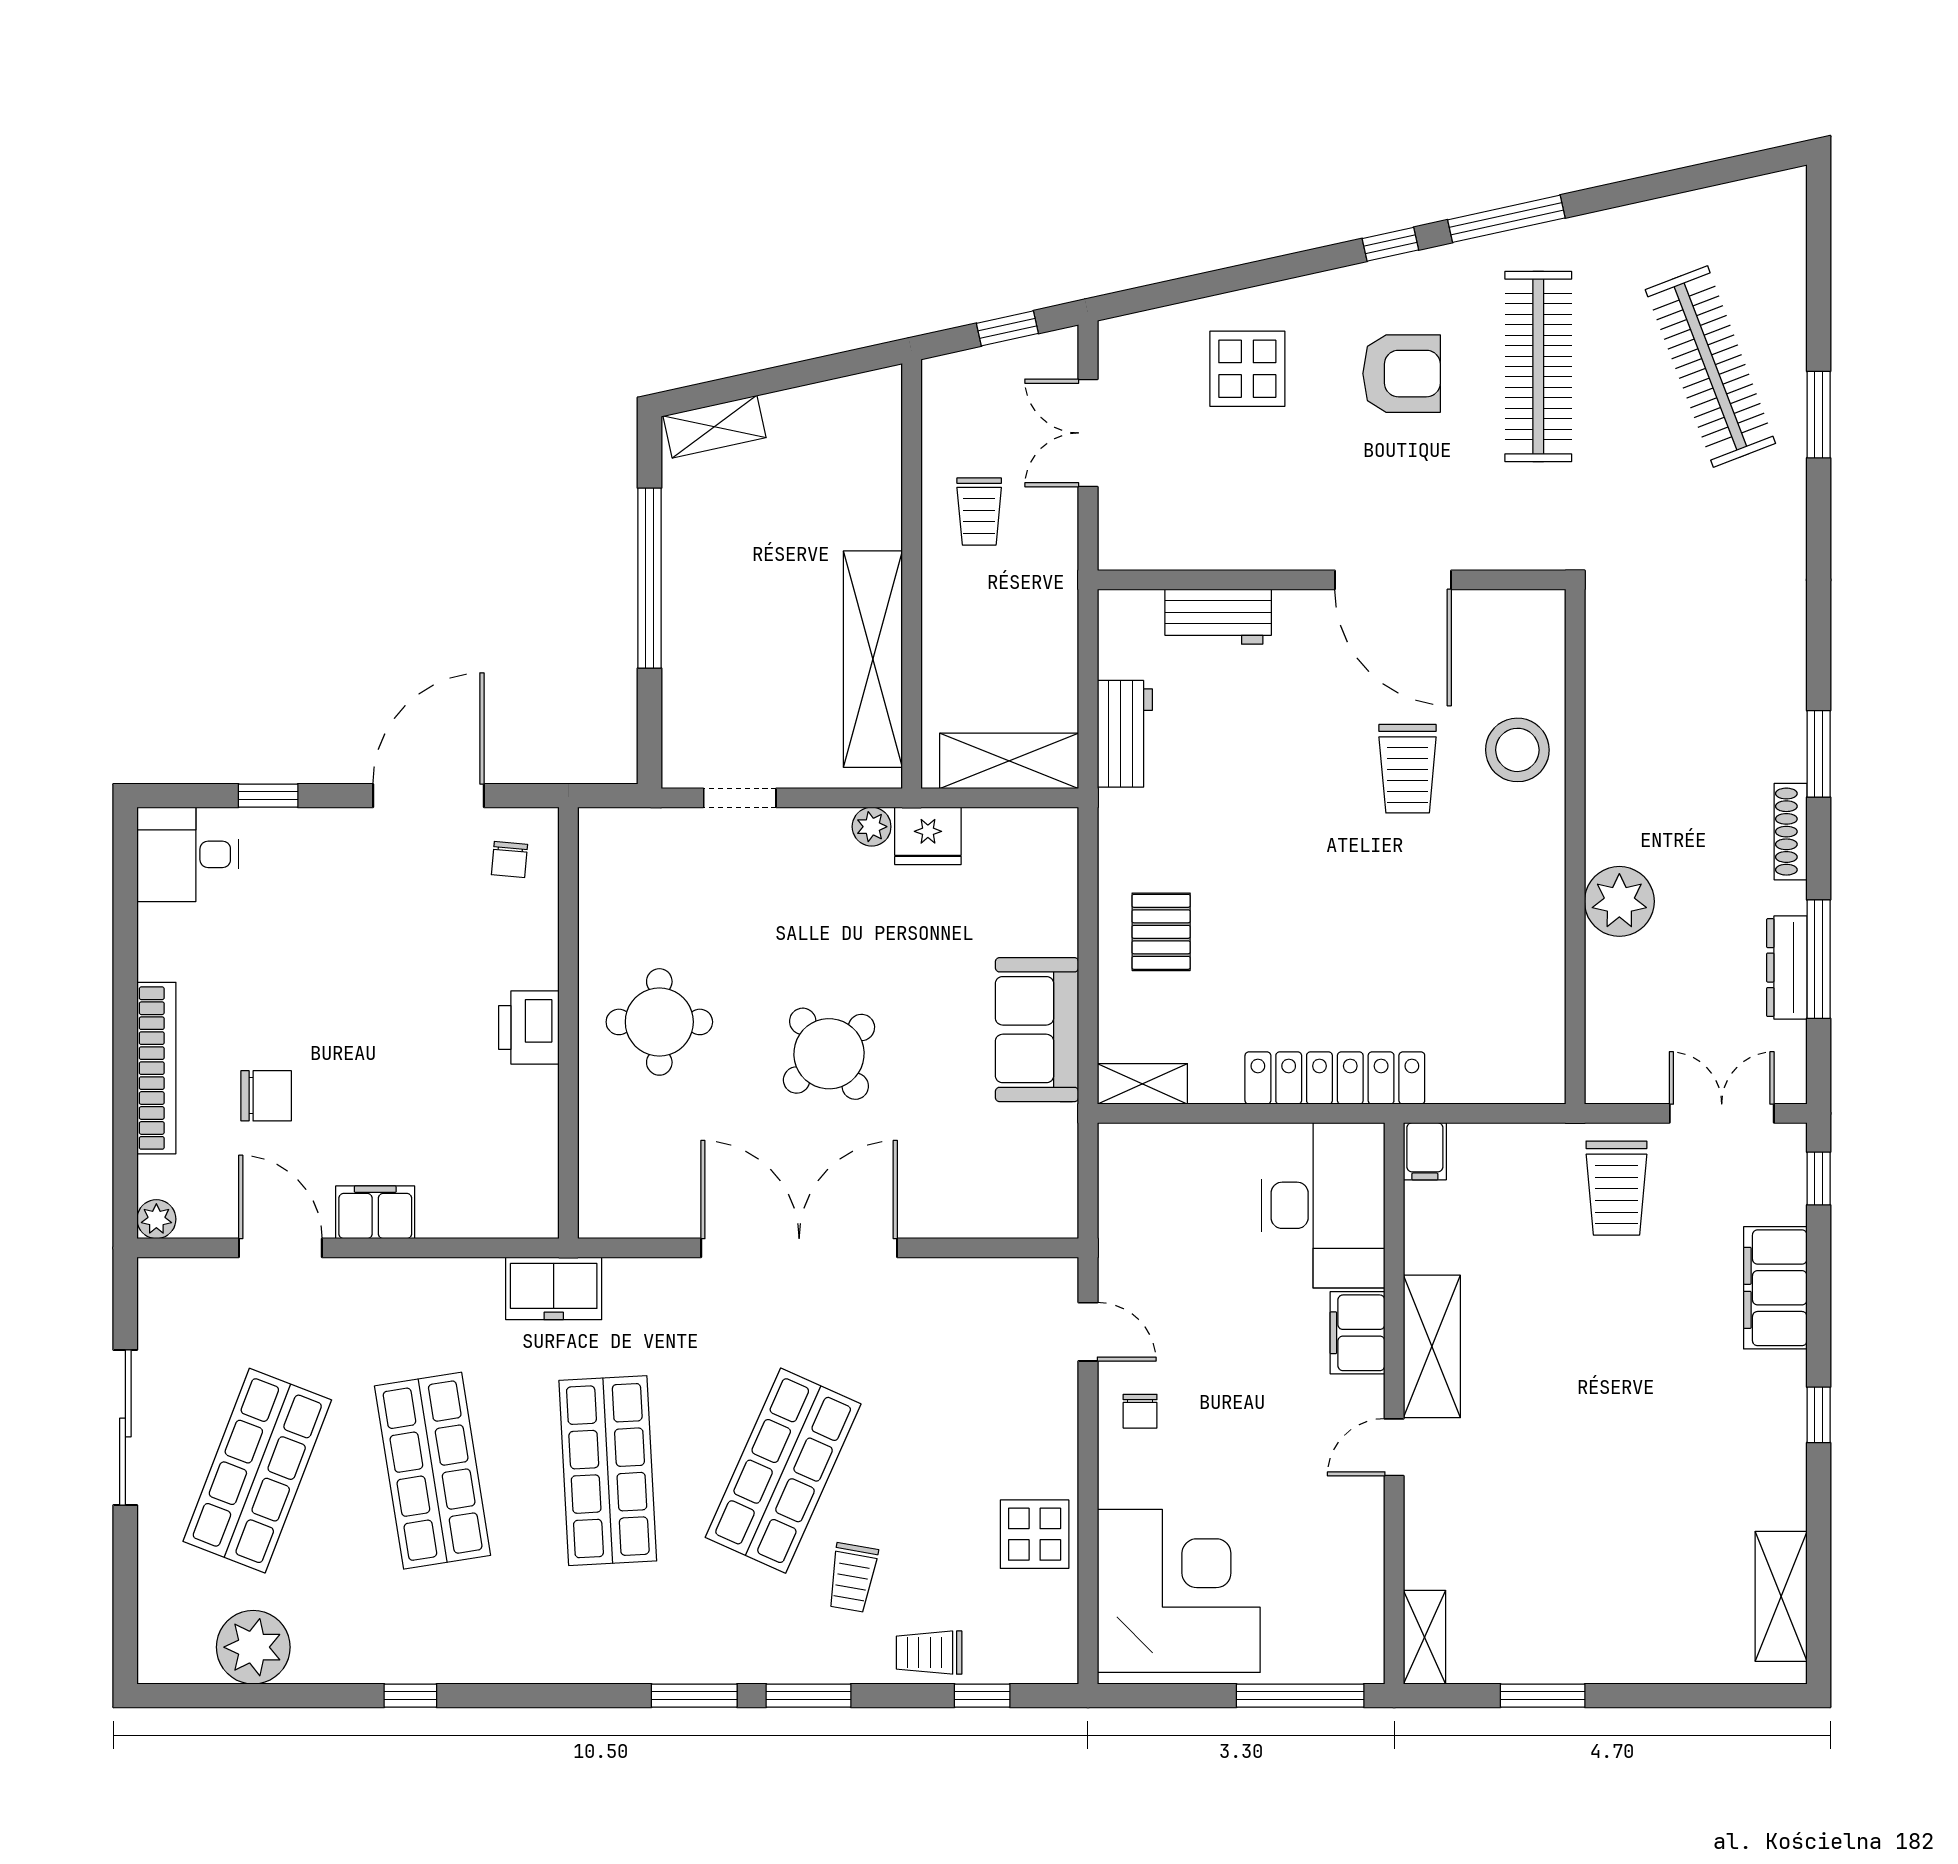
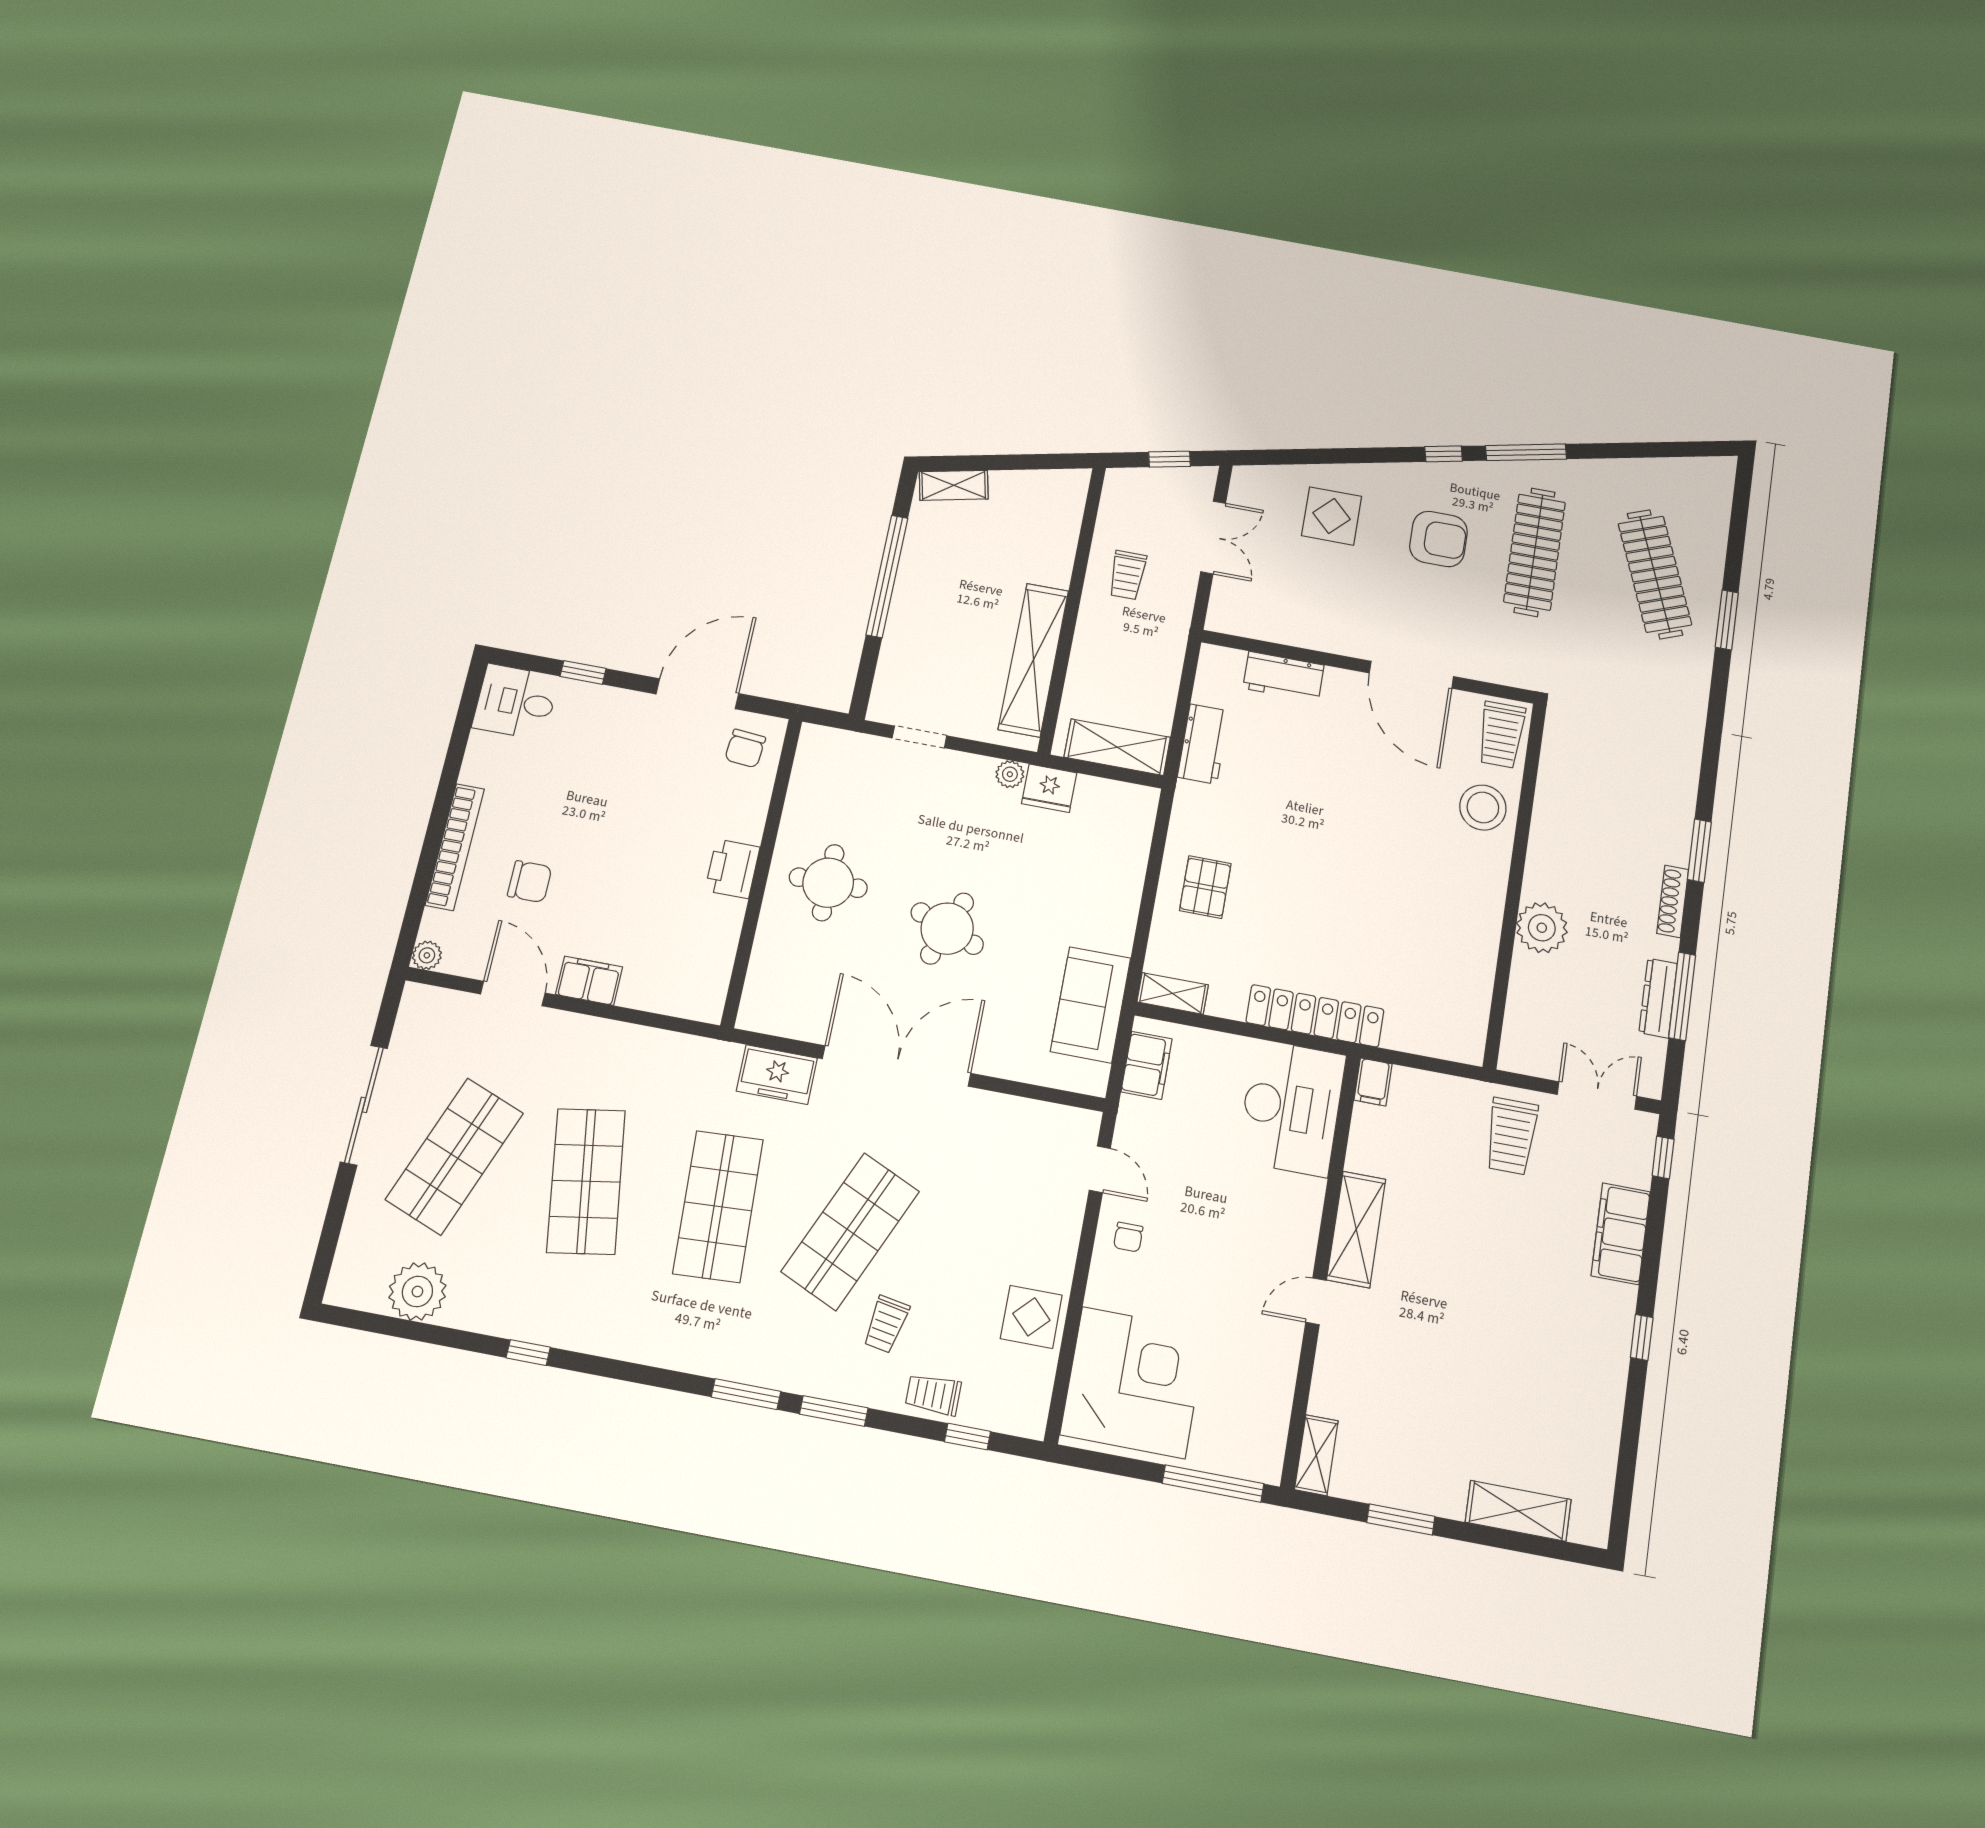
double door: (1088, 433) -> (1213, 537), swing flipped
trolley: (1408, 769) -> (1501, 735), moved
chair: (509, 859) -> (745, 748), width x1.37, depth x1.37
sofa: (1037, 1030) -> (1091, 1005), moved
round table: (829, 1054) -> (947, 929), turned -30
freezer: (554, 1288) -> (777, 1075), moved
filing cabinet: (1358, 1333) -> (1147, 1065), moved, turned 180
shelving: (1781, 1596) -> (1518, 1511), moved, turned 90

